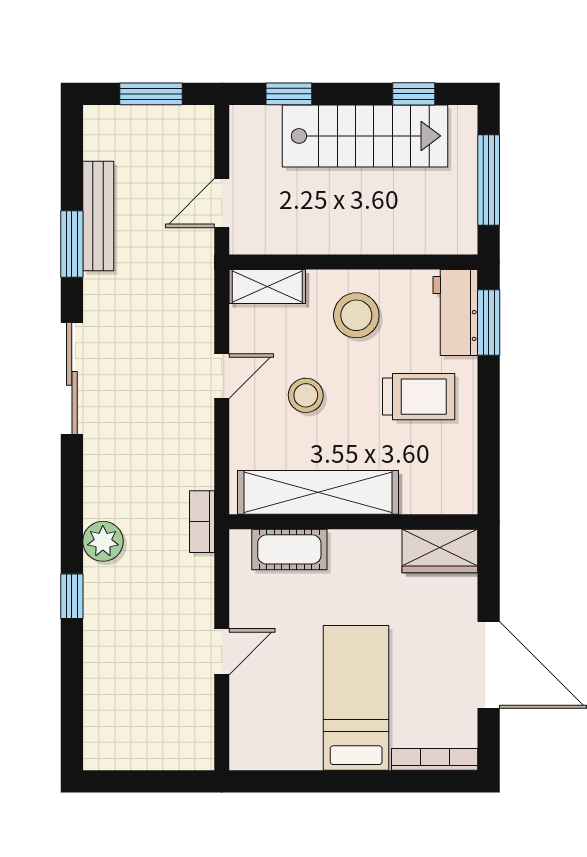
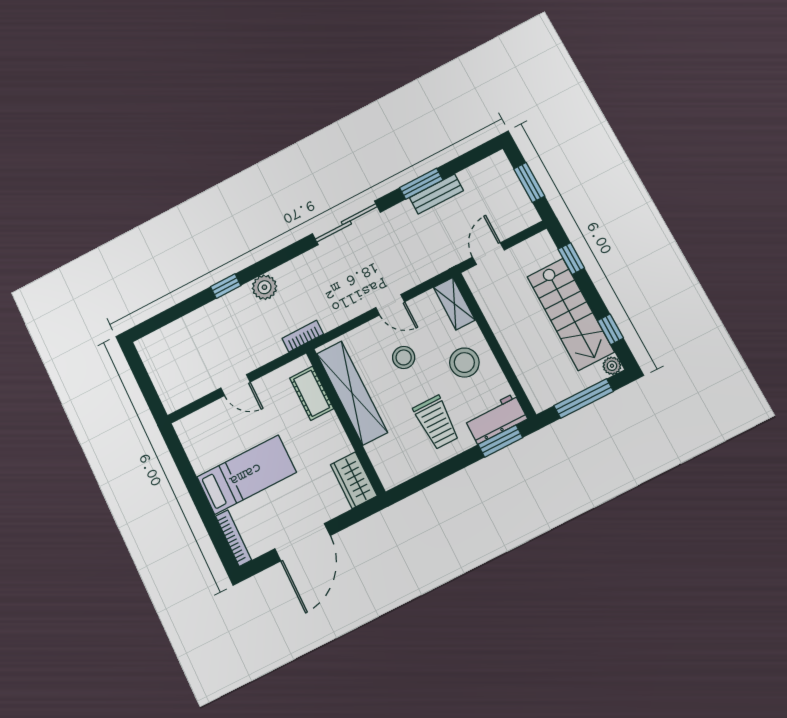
plant: (464, 118) -> (612, 366), added
door: (222, 203) -> (488, 254), hinge flipped
bench: (98, 216) -> (436, 194), width x0.73

